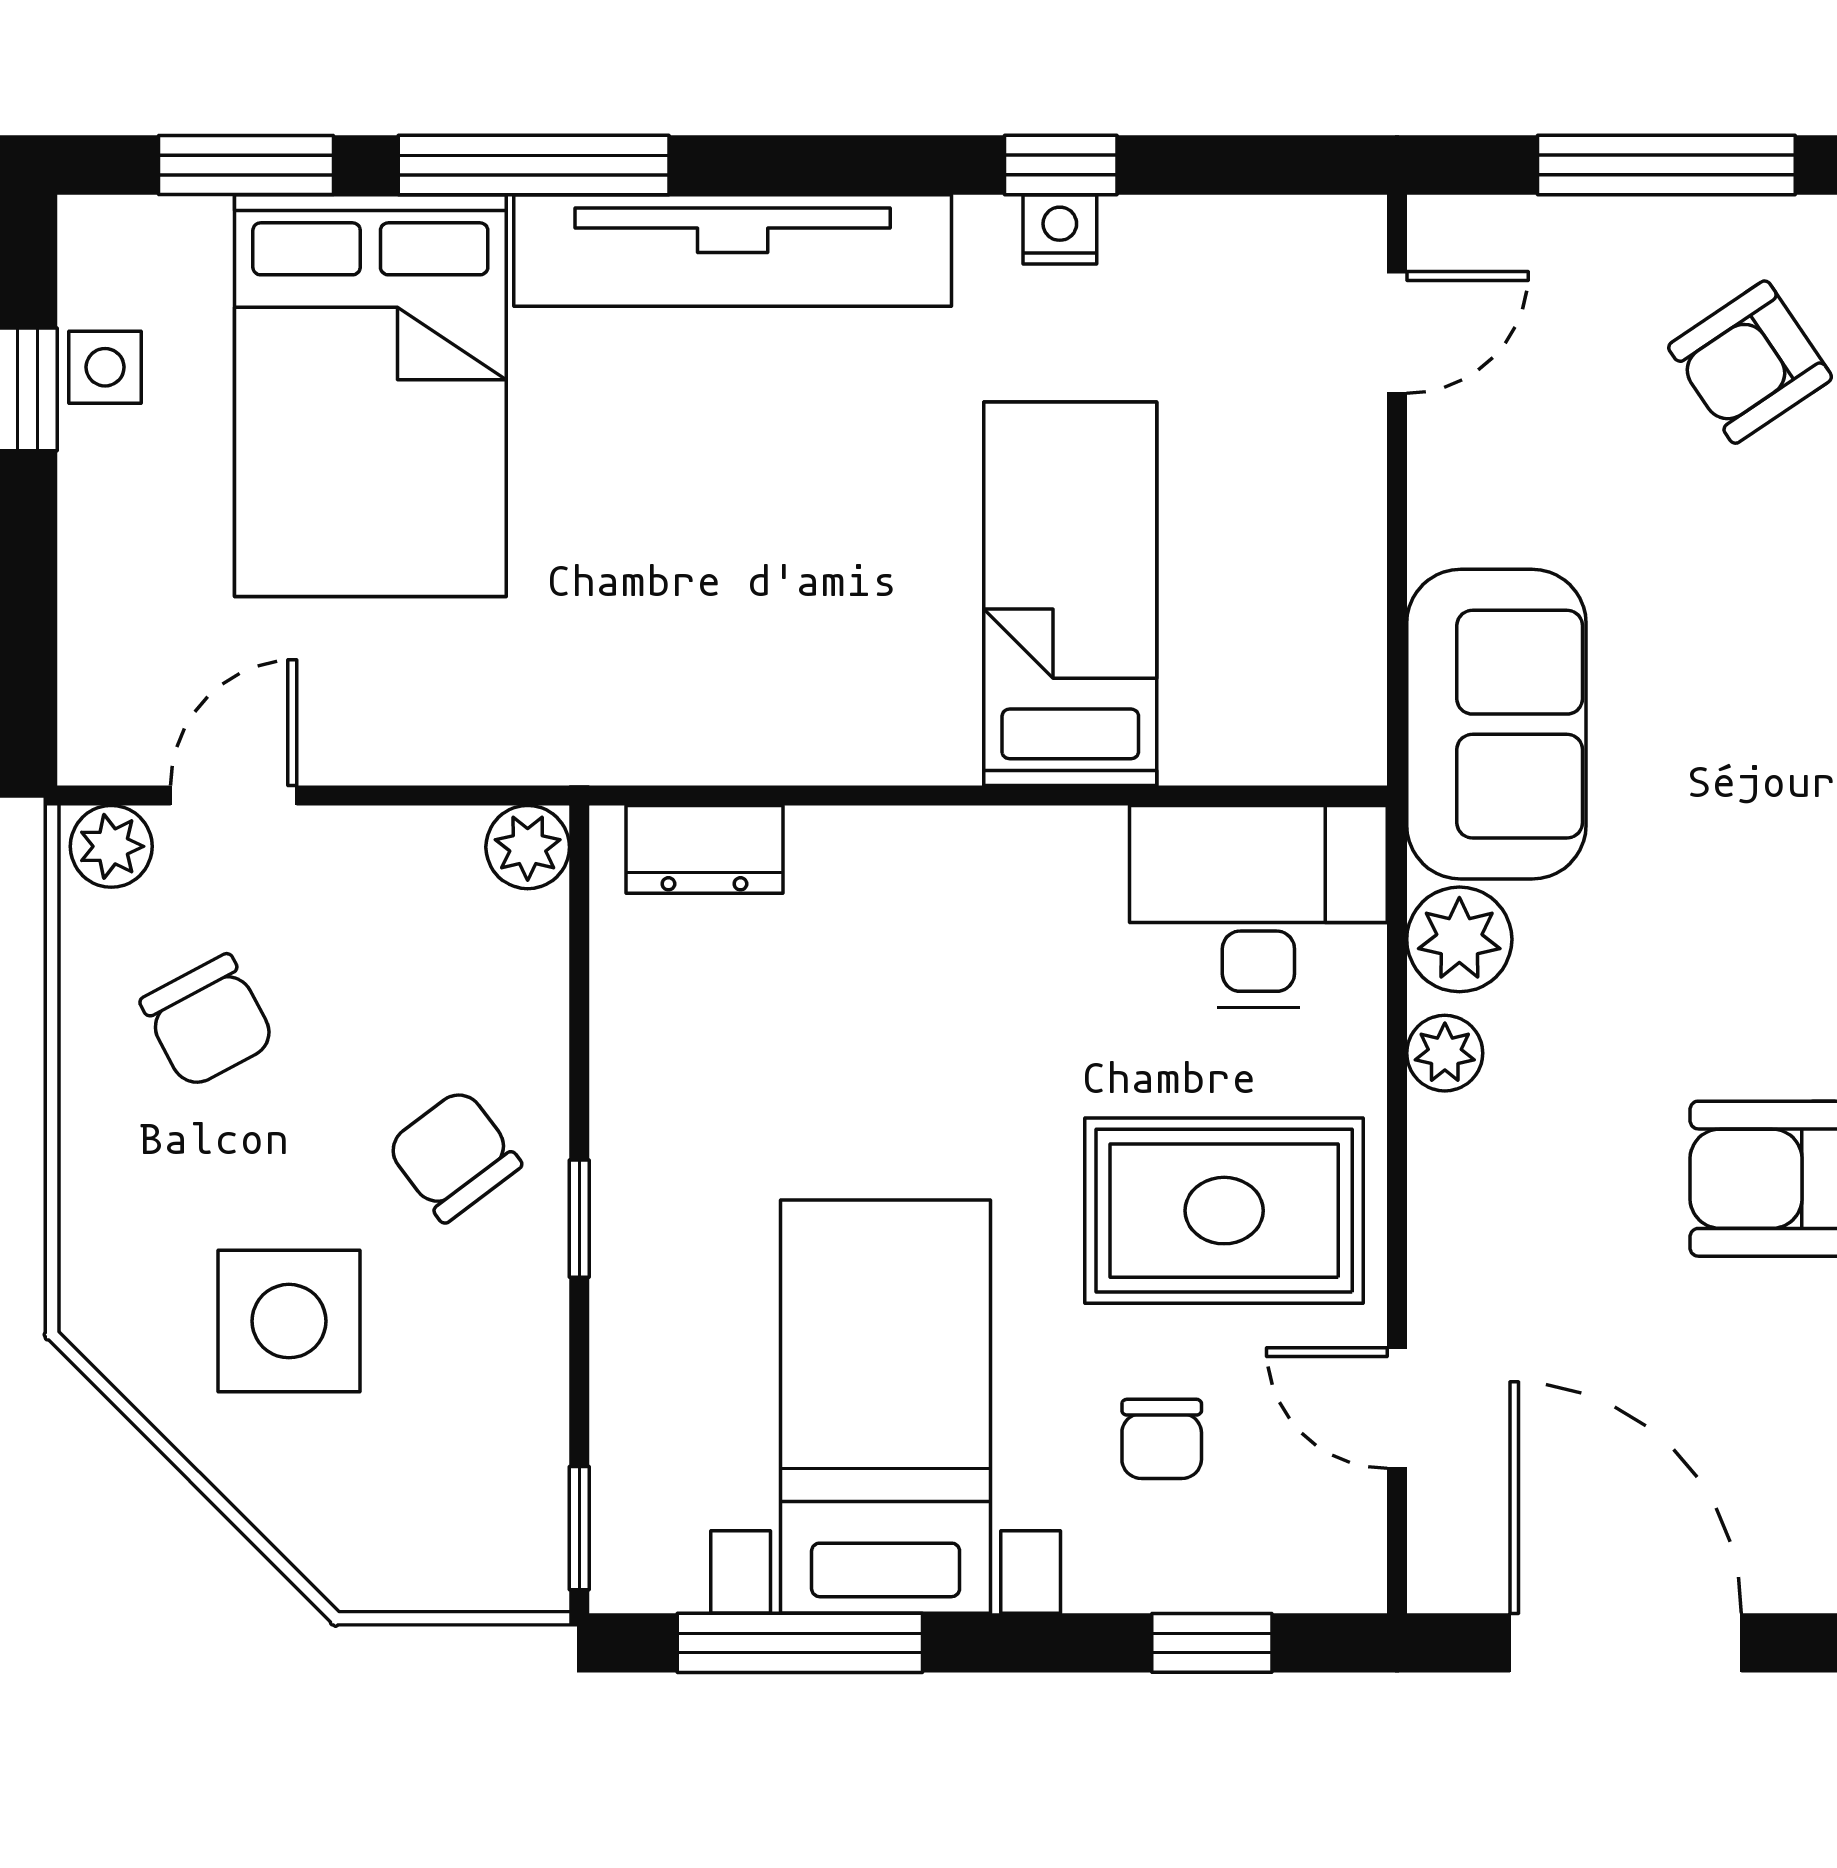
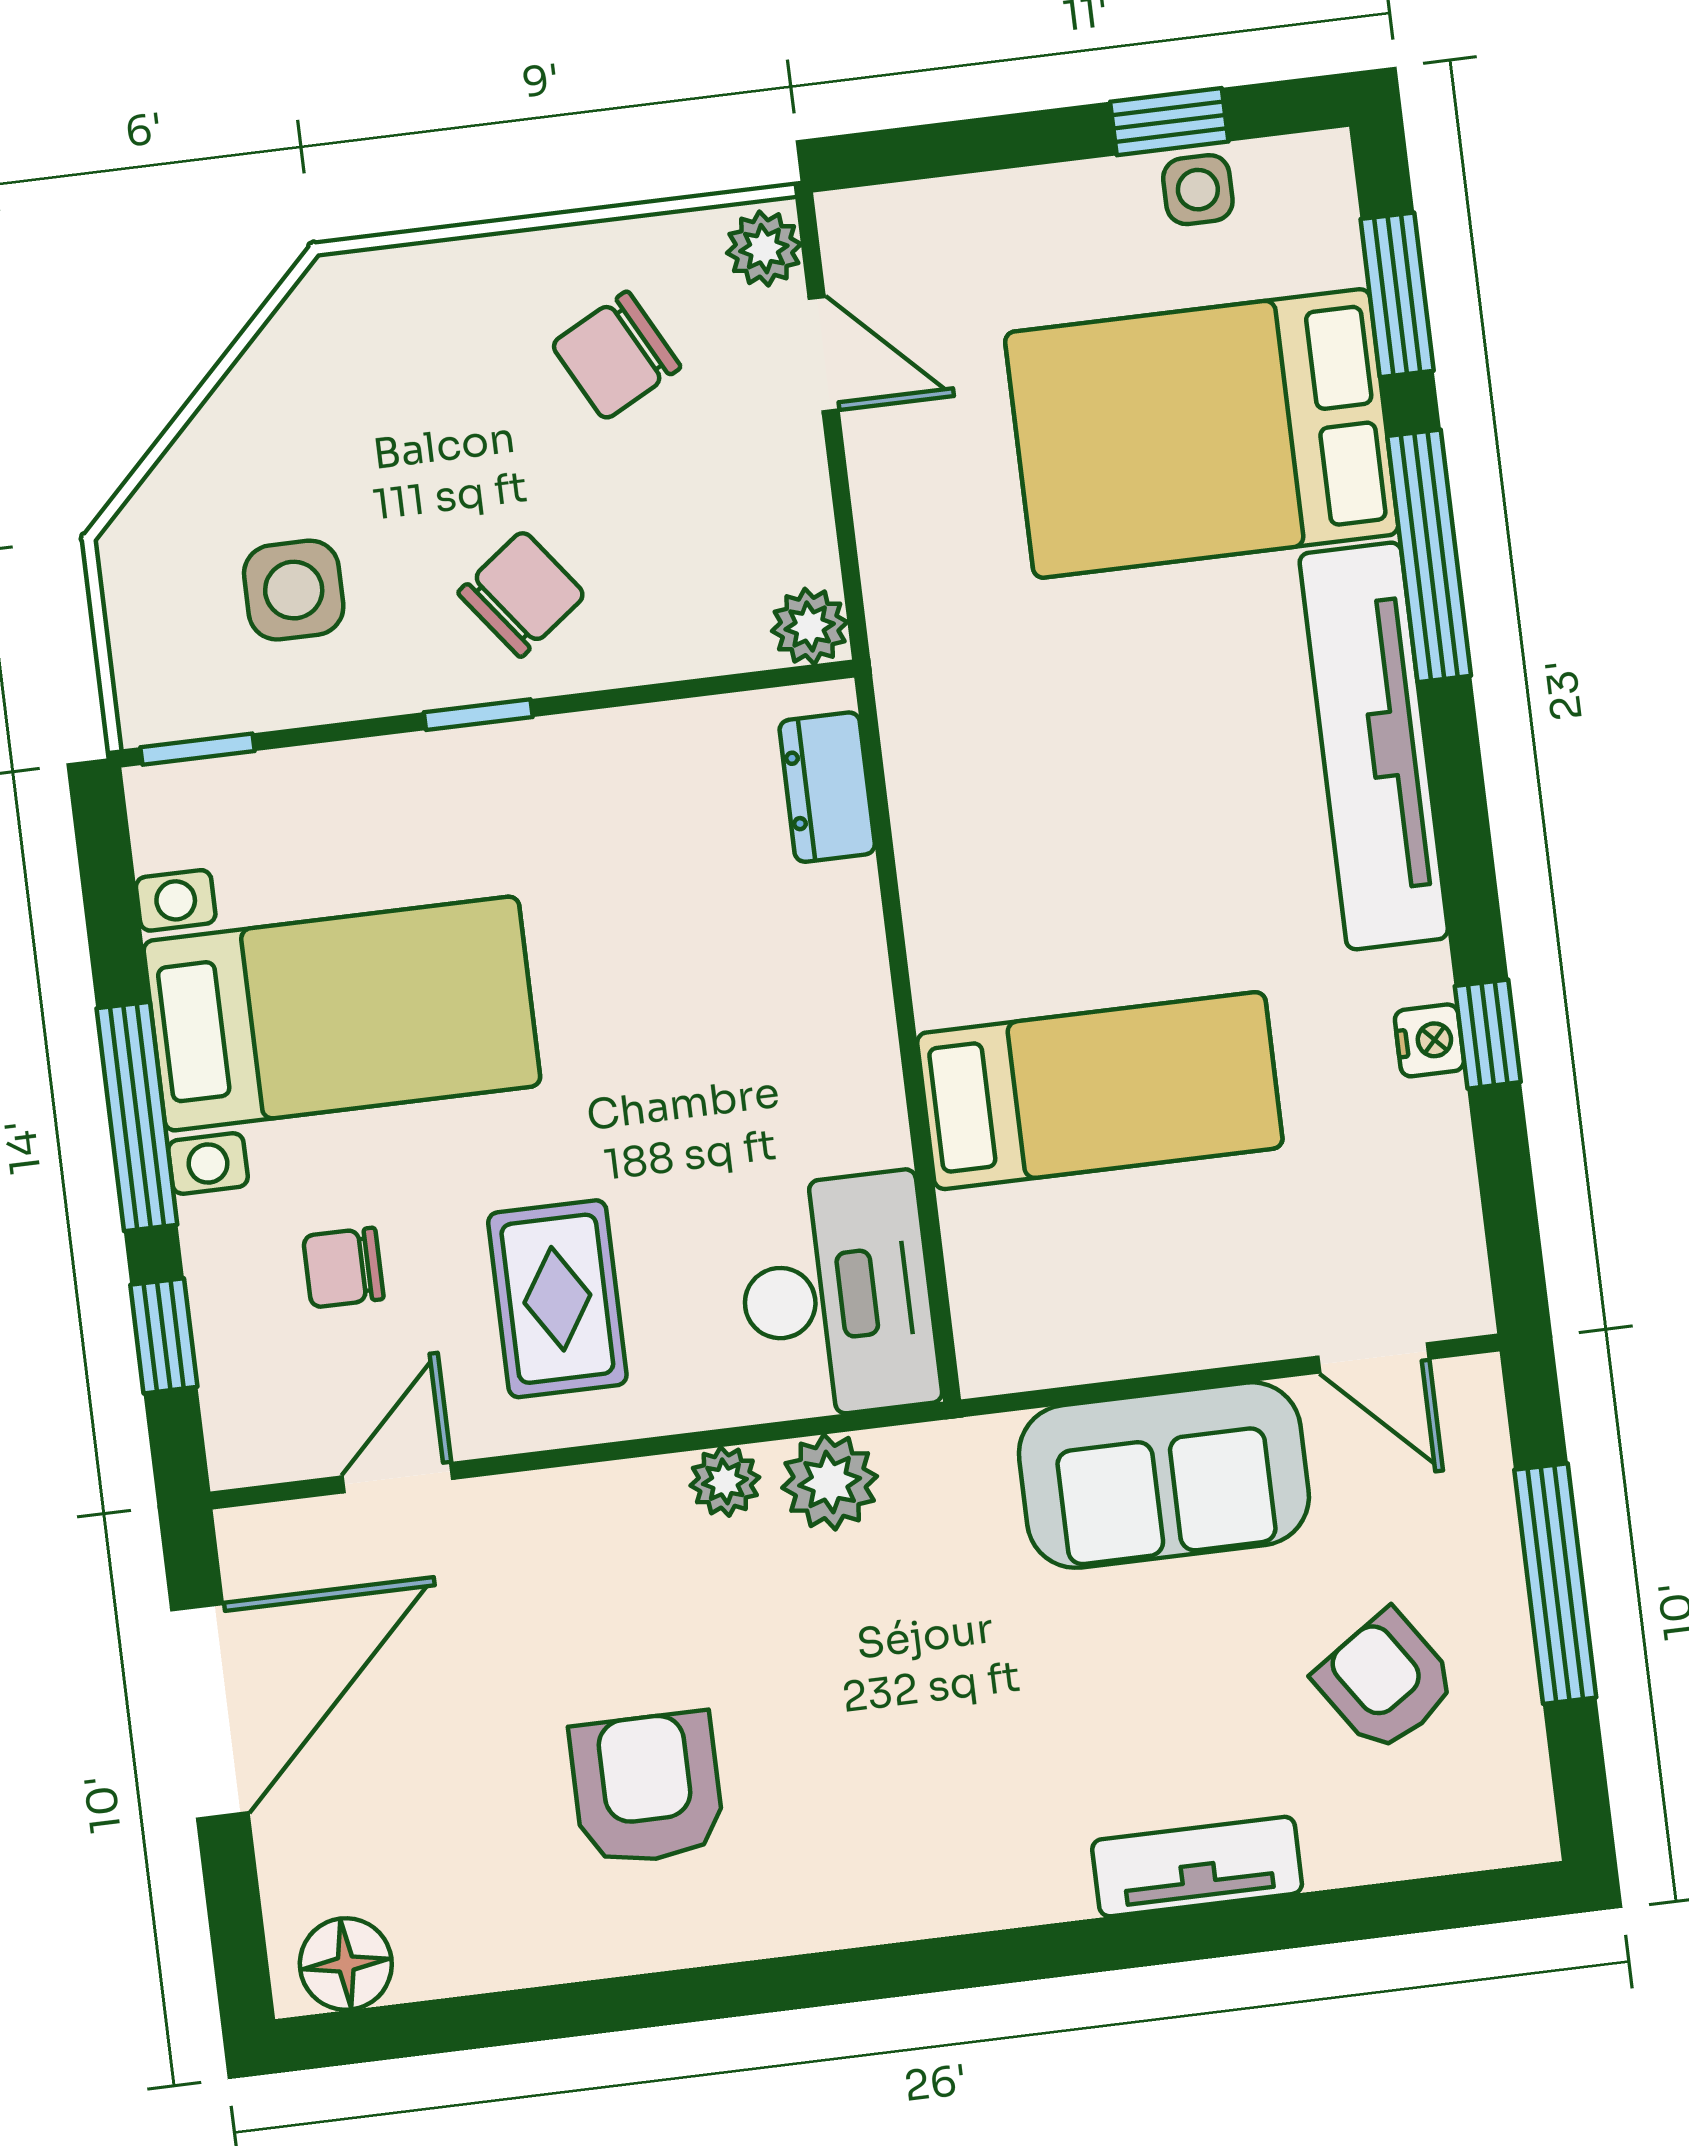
sofa: (1496, 724) -> (1164, 1475), moved
rug: (1224, 1211) -> (557, 1299), width x0.73, depth x0.70
side table: (289, 1321) -> (294, 590), moved, width x0.73, depth x0.73
window: (800, 1643) -> (137, 1116), moved

